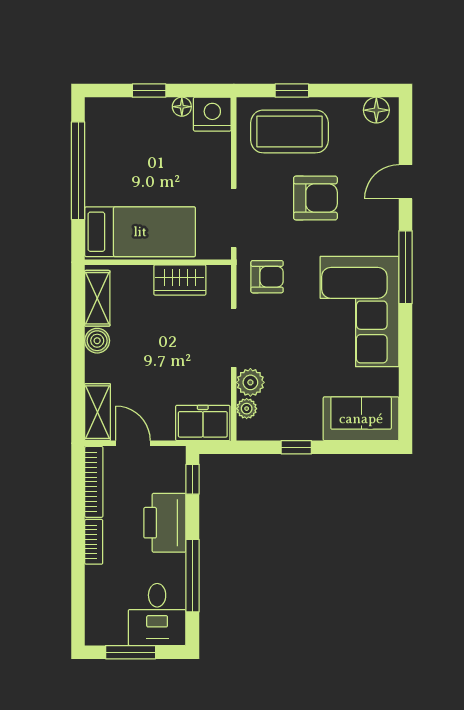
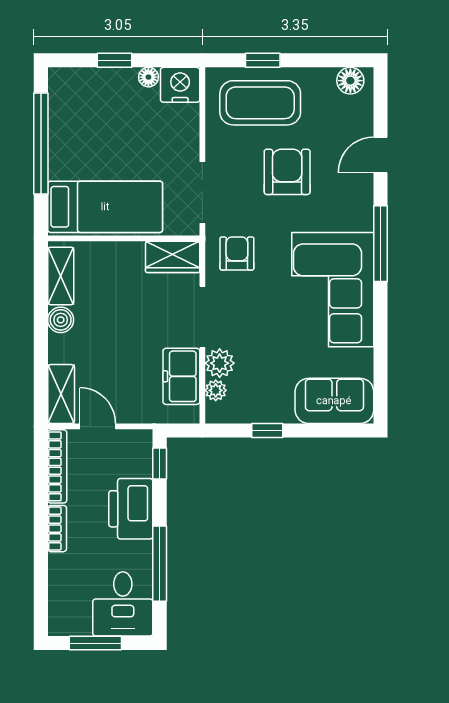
armchair: (315, 198) -> (287, 172), turned -90
armchair: (267, 277) -> (237, 253), turned -90
wardrobe: (180, 280) -> (173, 257), moved
freezer: (203, 423) -> (181, 376), moved, turned -90

